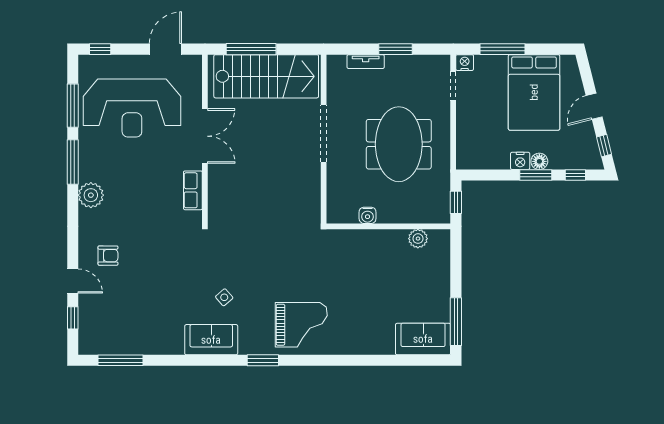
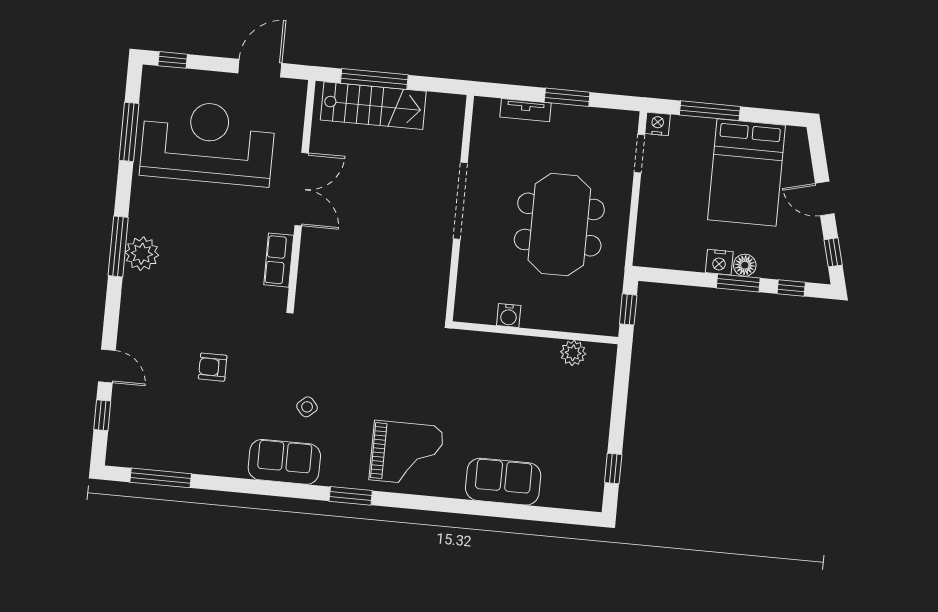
stairs: (266, 76) -> (373, 106), width x0.73, depth x0.66
door: (594, 106) -> (825, 198), hinge flipped
reception desk: (132, 108) -> (208, 143), turned 180
window: (73, 162) -> (118, 246), moved
armchair: (108, 256) -> (213, 367), moved, turned 180
window: (456, 322) -> (613, 468), width x0.46
sofa: (423, 339) -> (503, 482), moved

